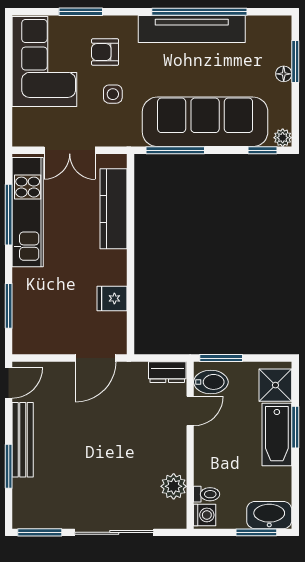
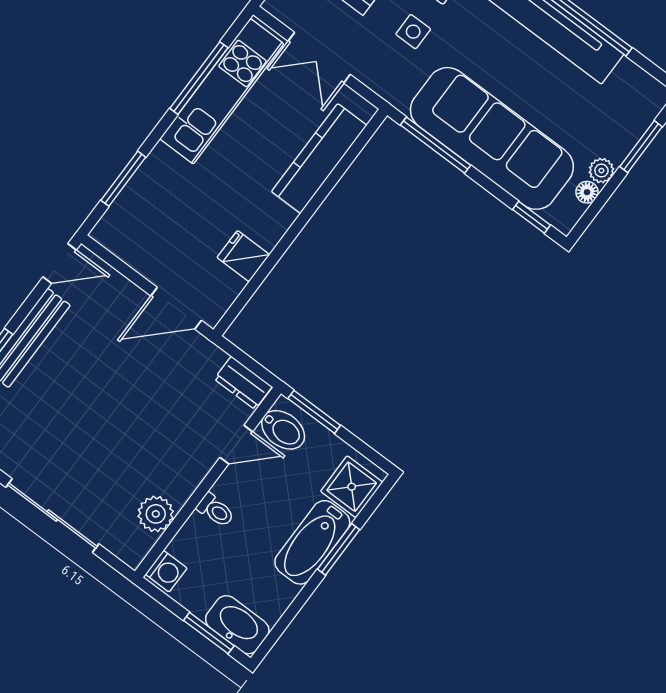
floor lamp: (284, 74) -> (587, 192), moved
plant: (283, 138) -> (601, 171), moved
toilet: (207, 494) -> (215, 510), moved

